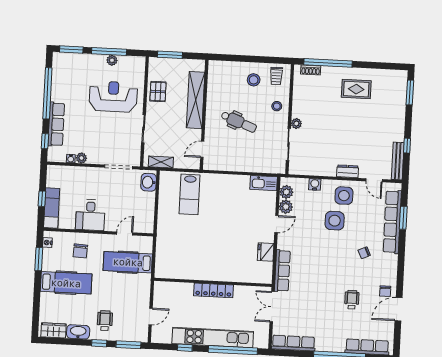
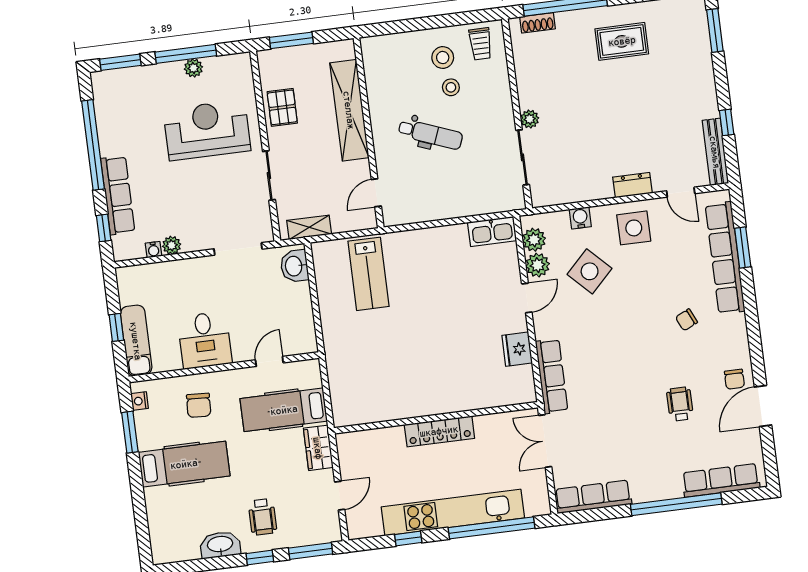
stool: (277, 106) -> (451, 87), moved
side table: (335, 221) -> (590, 271), moved, turned 45
wheelchair: (105, 321) -> (262, 517), turned 180
wardrobe: (54, 330) -> (318, 448), moved, turned -90

